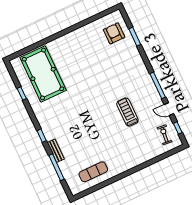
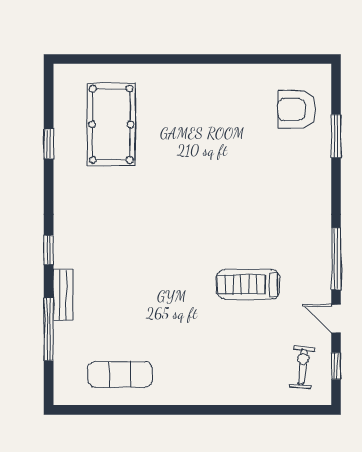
armchair: (114, 33) -> (297, 110), turned -90
pool table: (43, 74) -> (111, 124), width x0.73, depth x0.76
treadmill: (127, 112) -> (248, 285), turned -90

